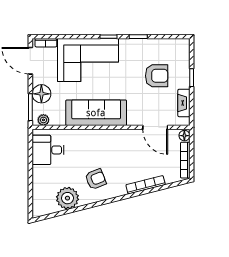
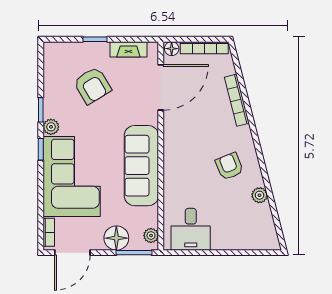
plant: (125, 44) -> (51, 127), added
armchair: (157, 76) -> (92, 85), turned 149
door: (155, 127) -> (161, 87), width x1.36
plant: (67, 198) -> (260, 195), width x0.53, depth x0.53

